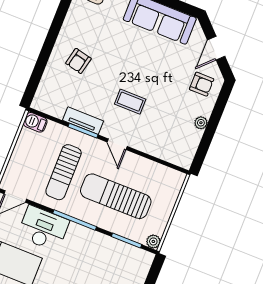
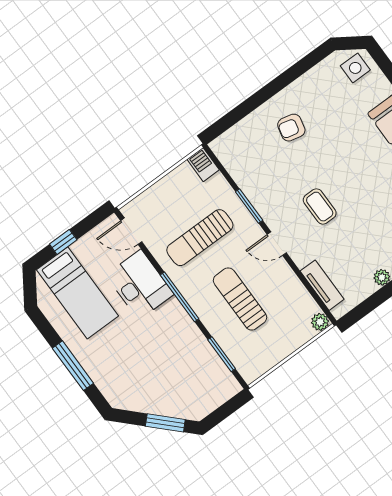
tv unit: (83, 121) -> (322, 285), moved
door: (117, 144) -> (277, 244), hinge flipped
sun lounger: (116, 196) -> (240, 299), width x0.73, depth x0.75
plant: (153, 241) -> (320, 322), moved

